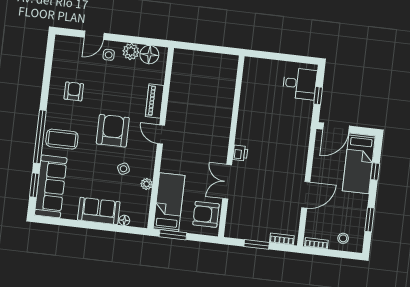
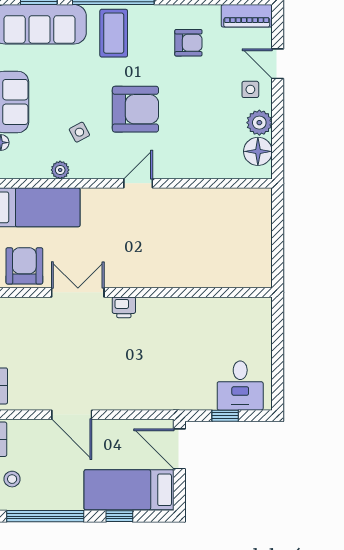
piano: (155, 101) -> (247, 16), moved, turned 180
window: (370, 220) -> (45, 516), width x2.11

